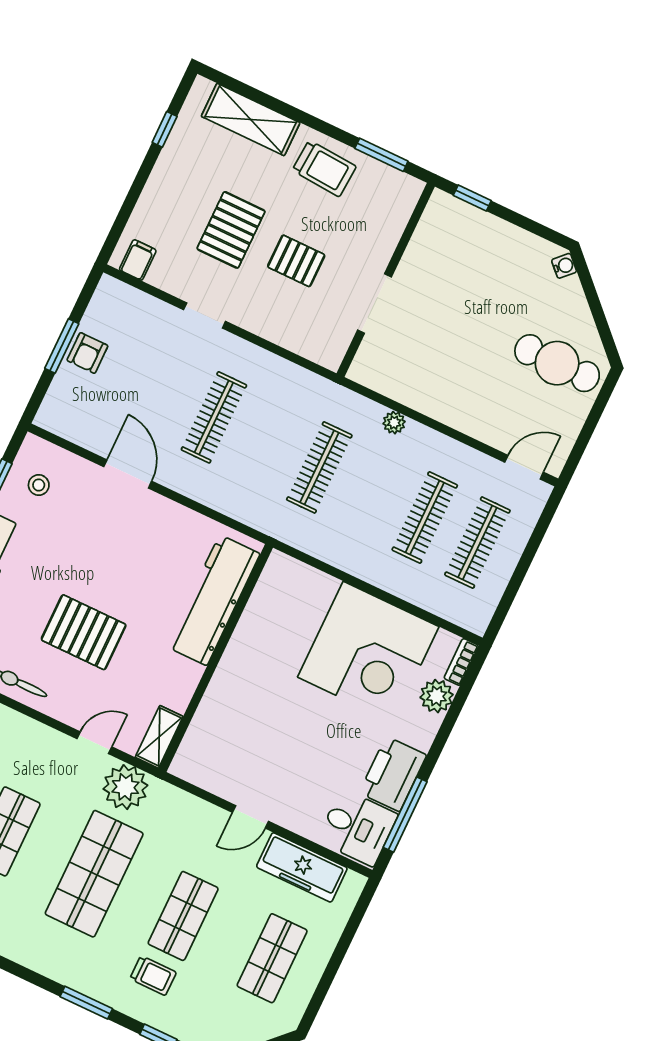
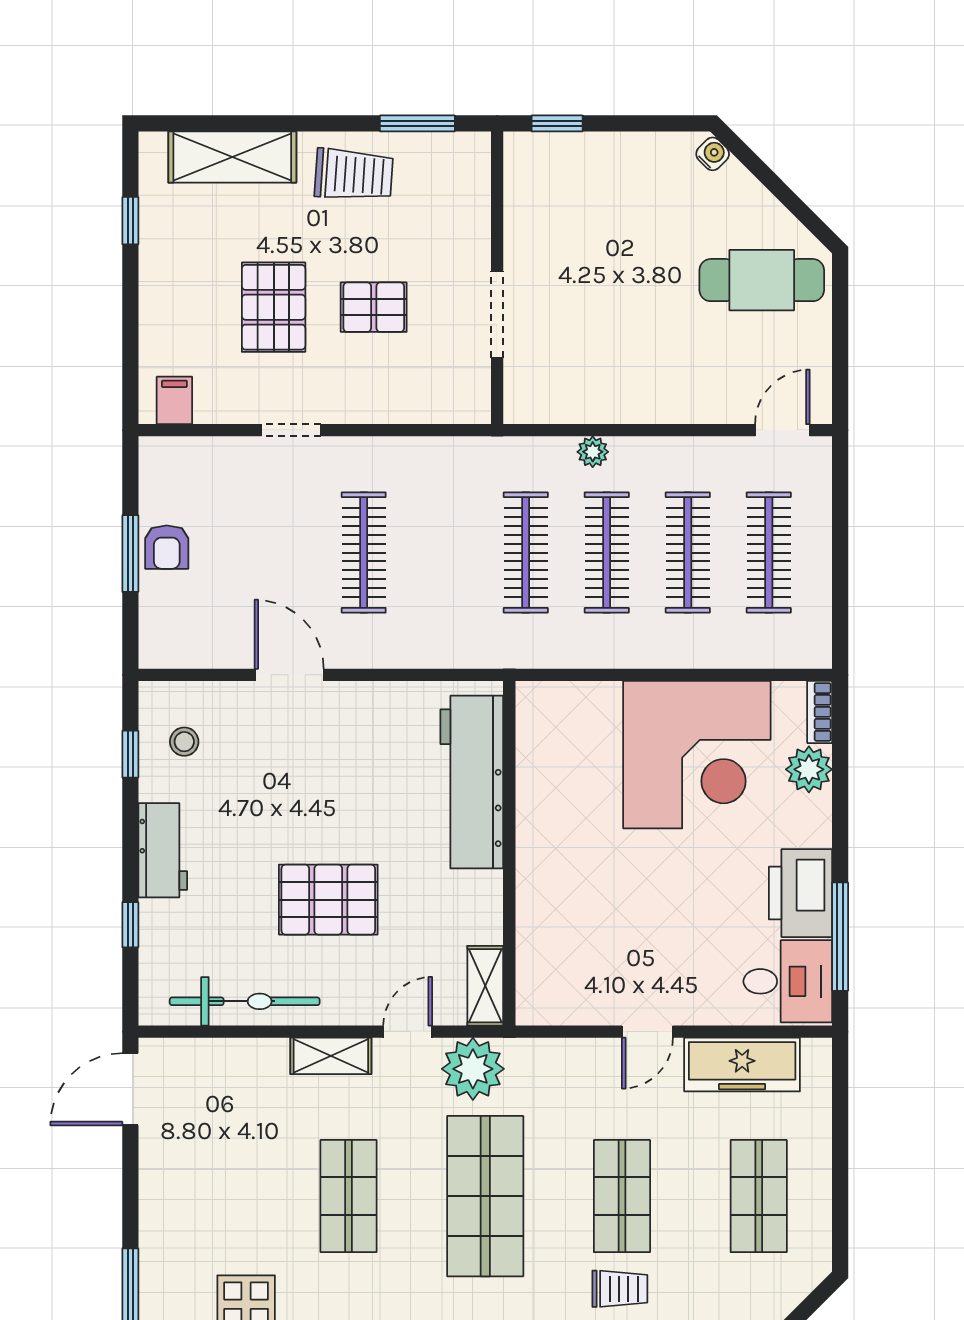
clothes rail: (372, 492) -> (607, 553), added
shelving: (37, 735) -> (331, 1056), added

